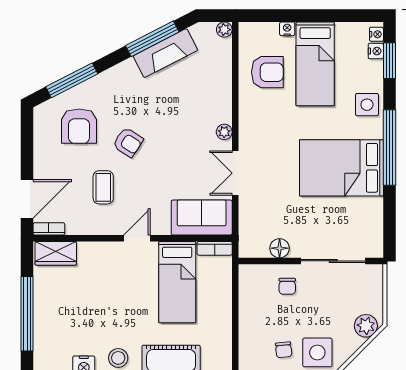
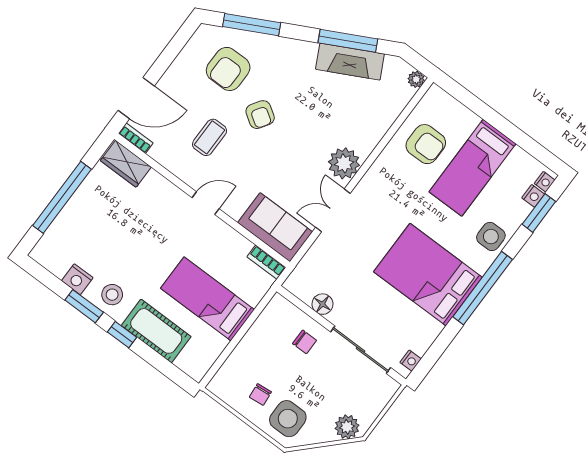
nightstand: (287, 29) -> (411, 361), moved, turned 90
plant: (224, 132) -> (344, 163), width x1.87, depth x1.87
bed: (177, 282) -> (208, 299), moved, turned 90
chair: (287, 286) -> (305, 342), turned -90

